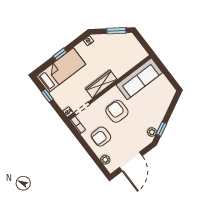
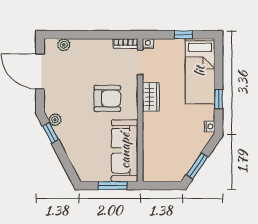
window: (60, 54) -> (219, 99), moved
window: (164, 70) -> (113, 186), added
wardrobe: (101, 84) -> (151, 97), width x0.67
armchair: (101, 137) -> (93, 60), removed

